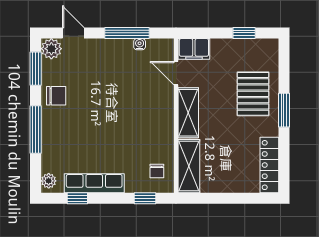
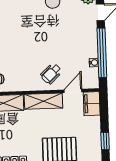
window: (127, 33) -> (102, 53), width x1.46
wheelchair: (152, 101) -> (51, 74), added

